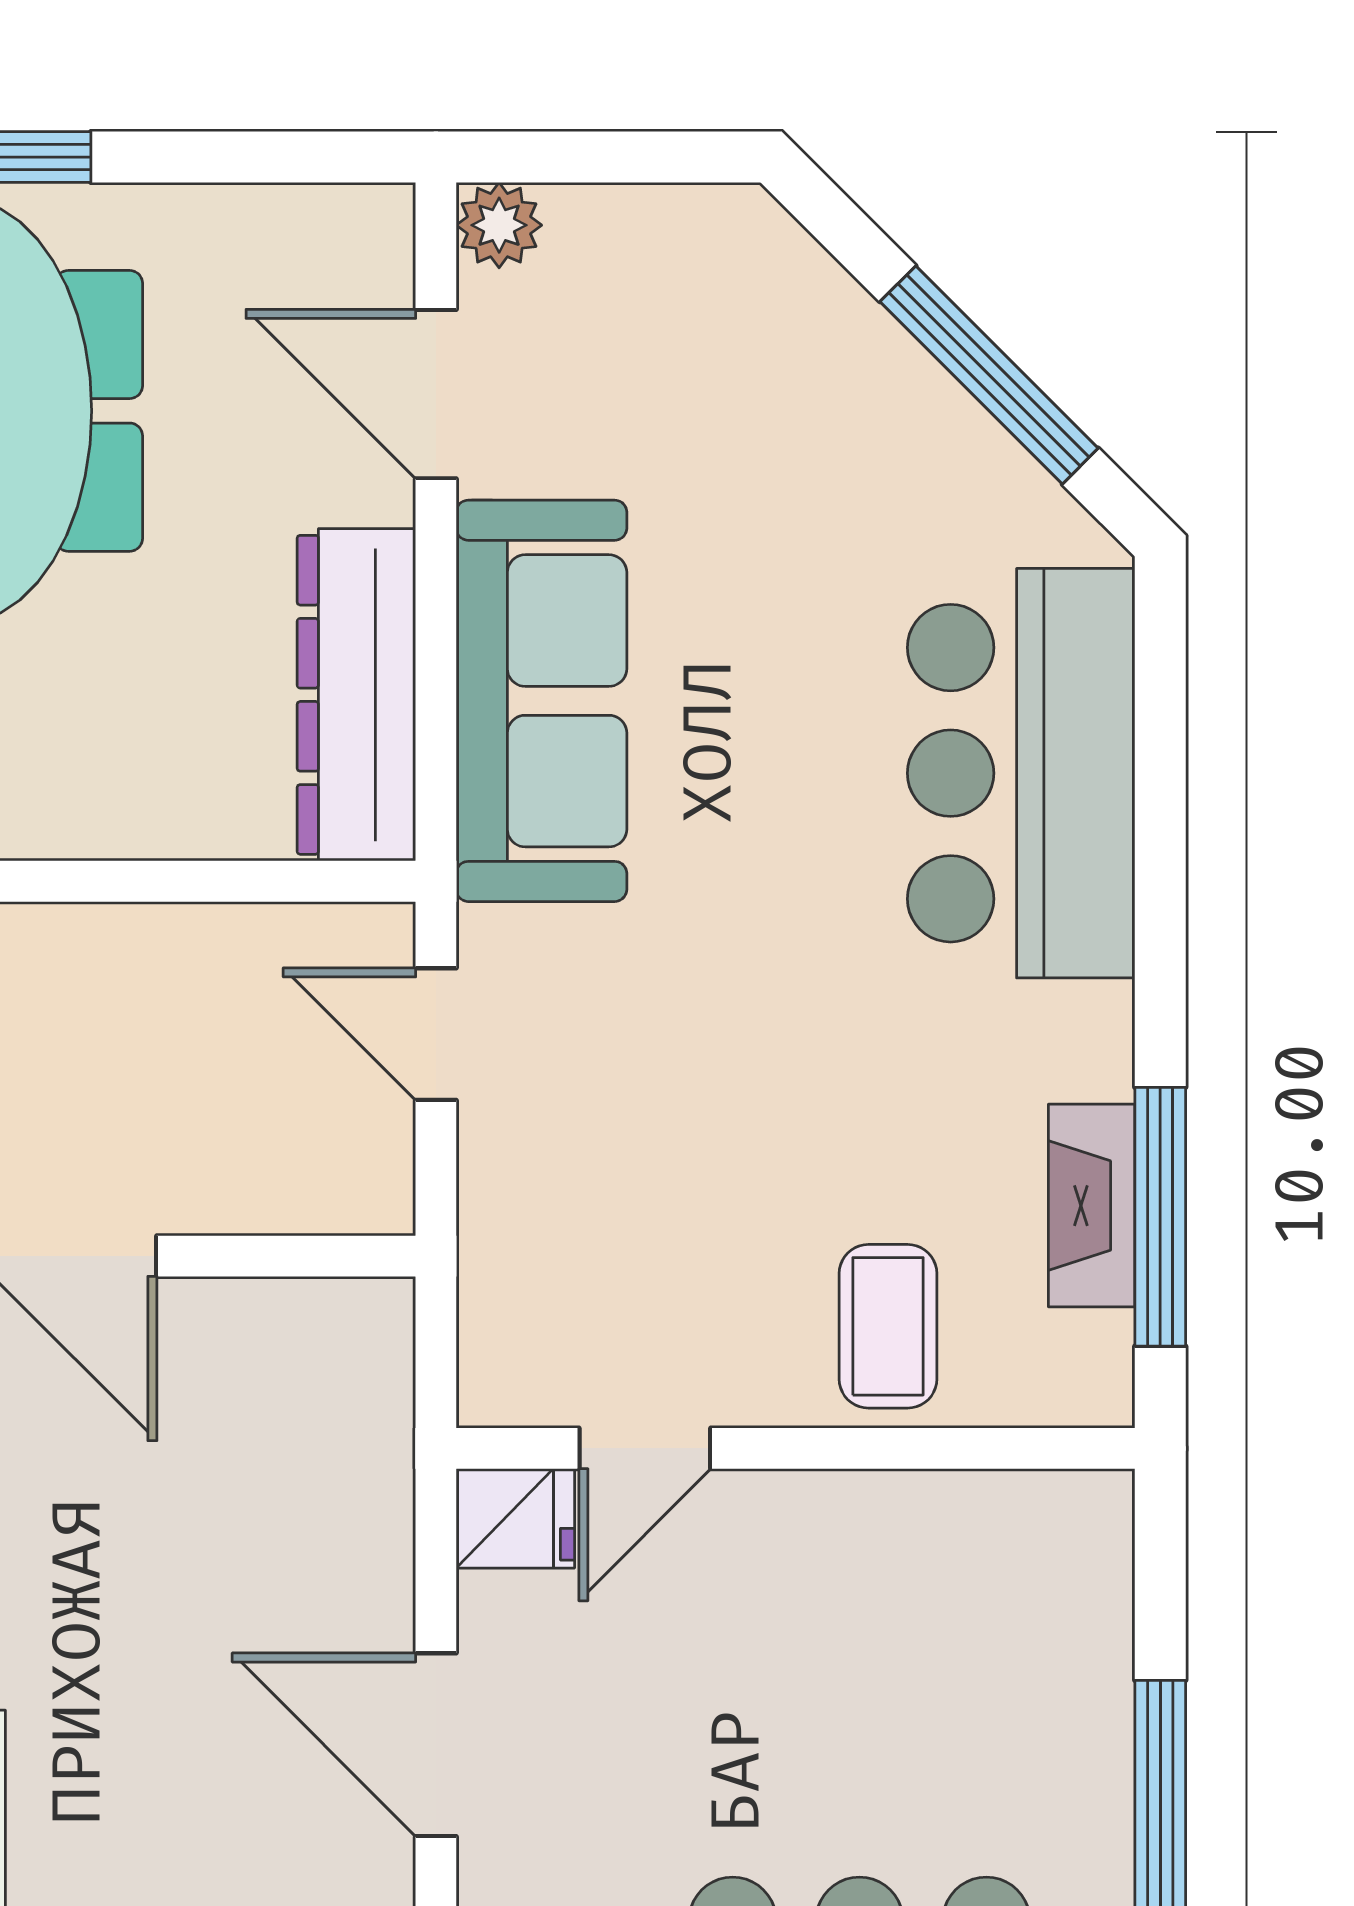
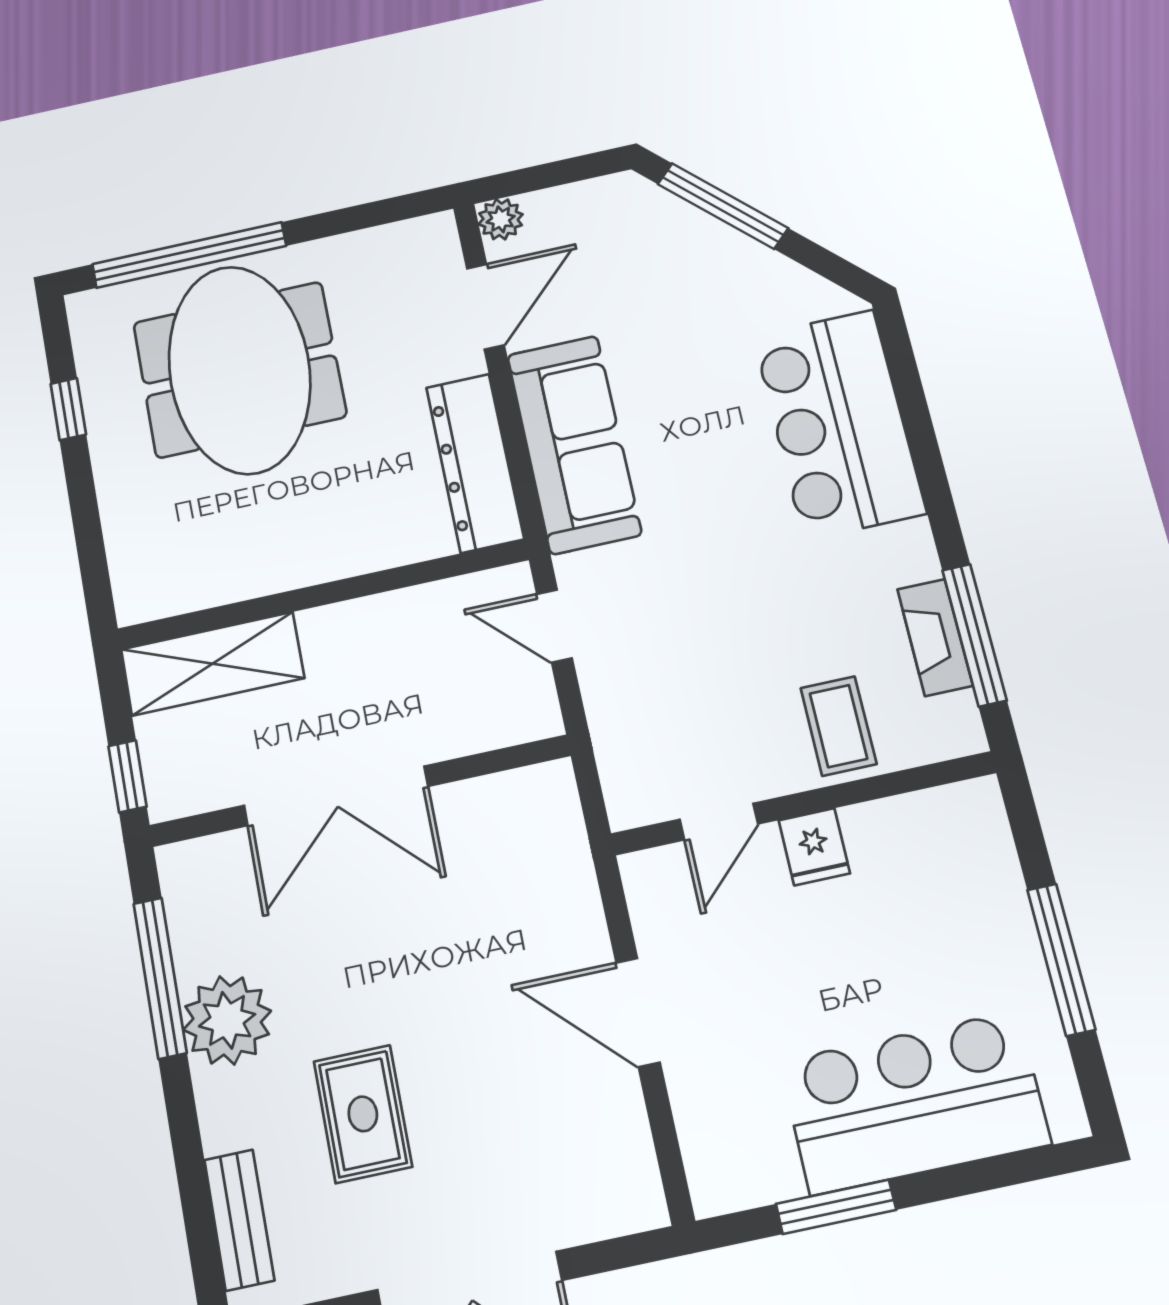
window: (989, 375) -> (723, 206), moved
door: (436, 394) -> (485, 307), swing flipped
fridge: (515, 1518) -> (814, 847), moved, turned 90

